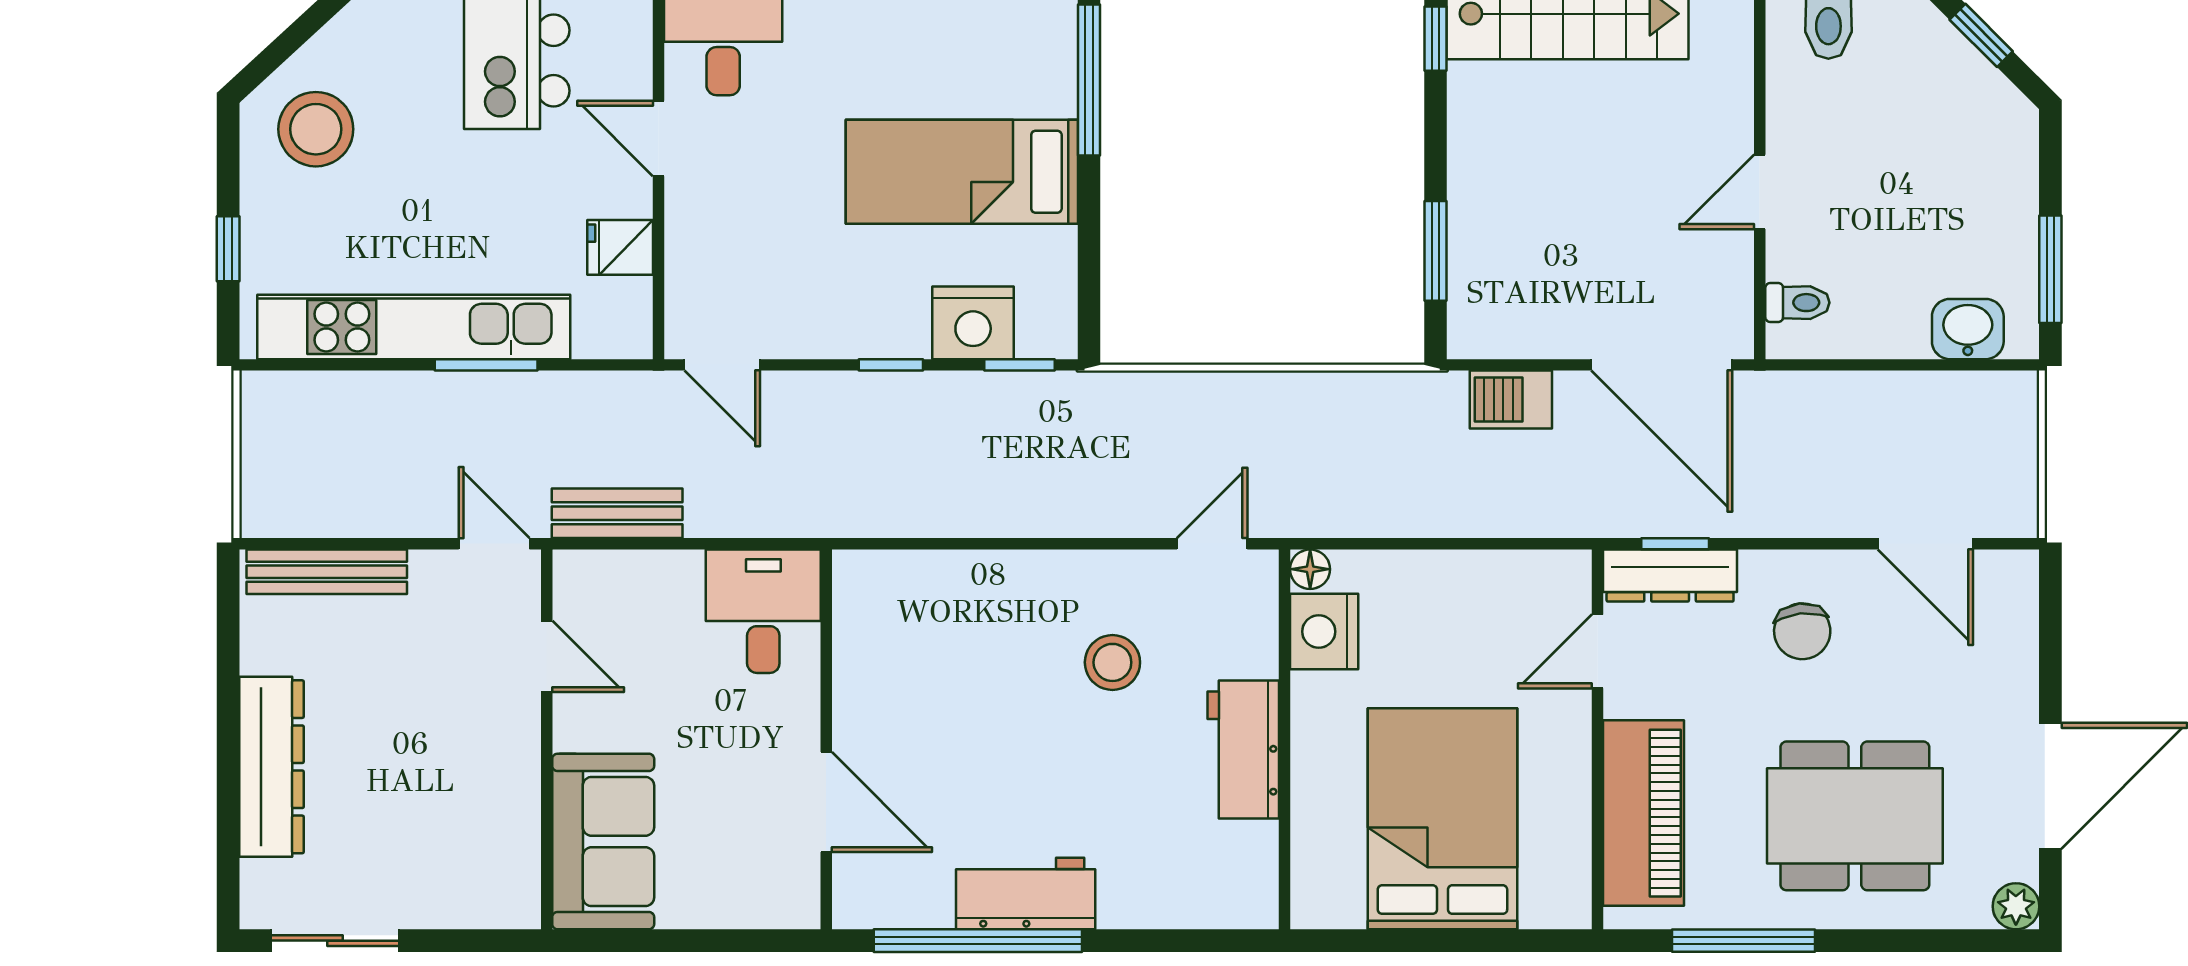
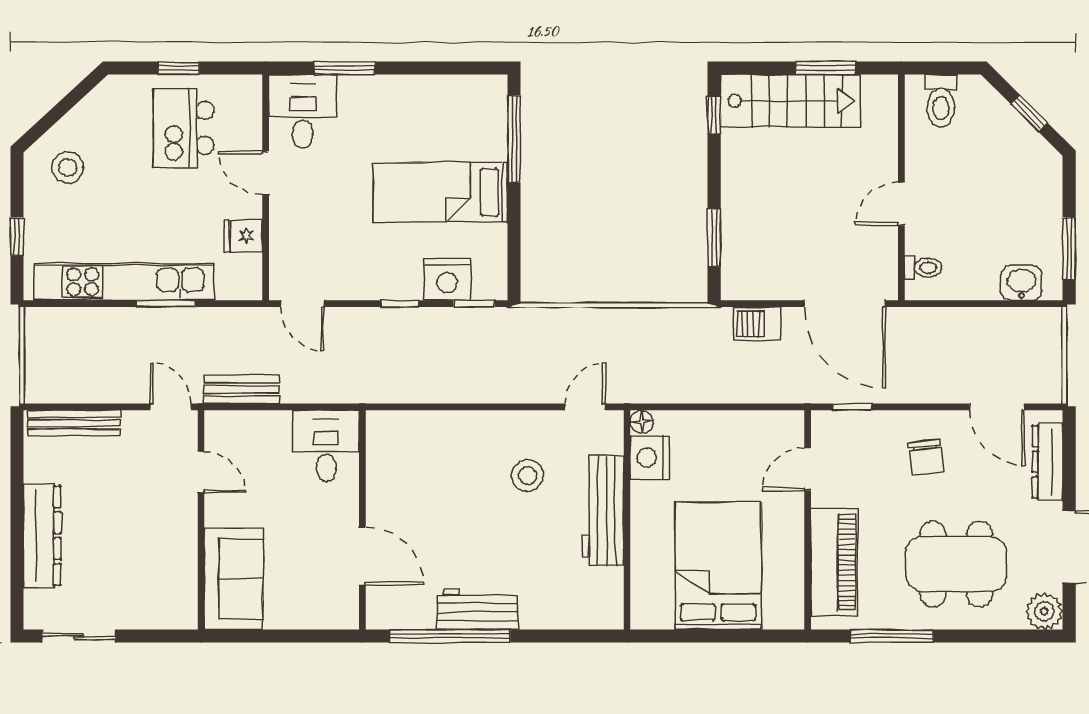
stool: (316, 129) -> (68, 168), width x0.73, depth x0.73
dresser: (1670, 576) -> (1048, 462), moved, turned 90
workbench: (1243, 750) -> (603, 511), width x1.37
plant: (2016, 906) -> (1044, 611), width x1.38, depth x1.38

